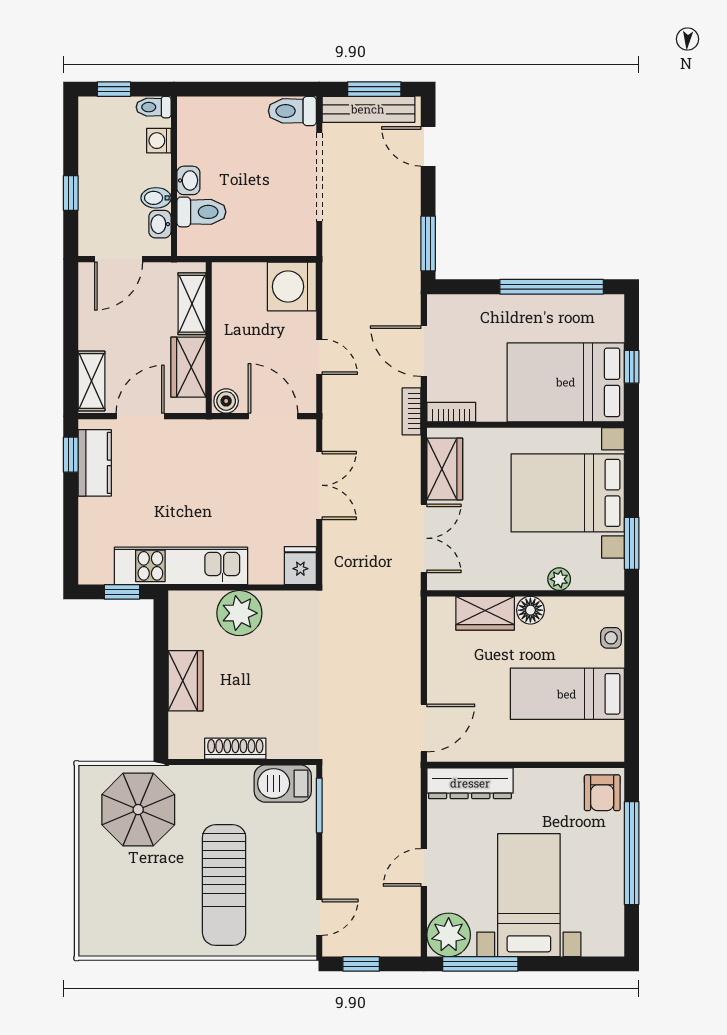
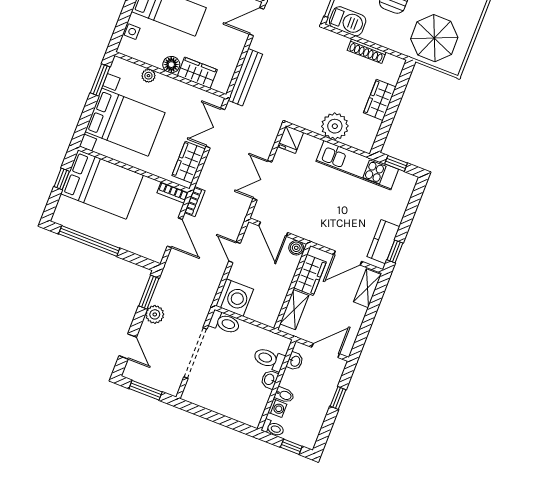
bench: (368, 109) -> (245, 77), moved, turned 90
toilet: (292, 111) -> (225, 323), moved
bidet: (156, 198) -> (284, 395), moved
plant: (406, 212) -> (155, 314), added

